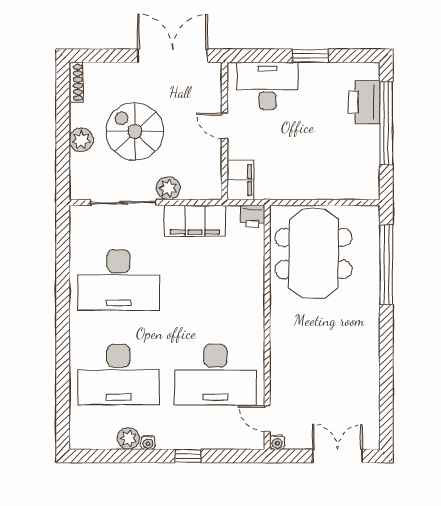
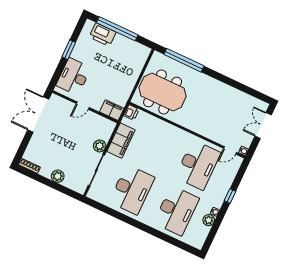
spiral stairs: (135, 131) -> (66, 149), removed

